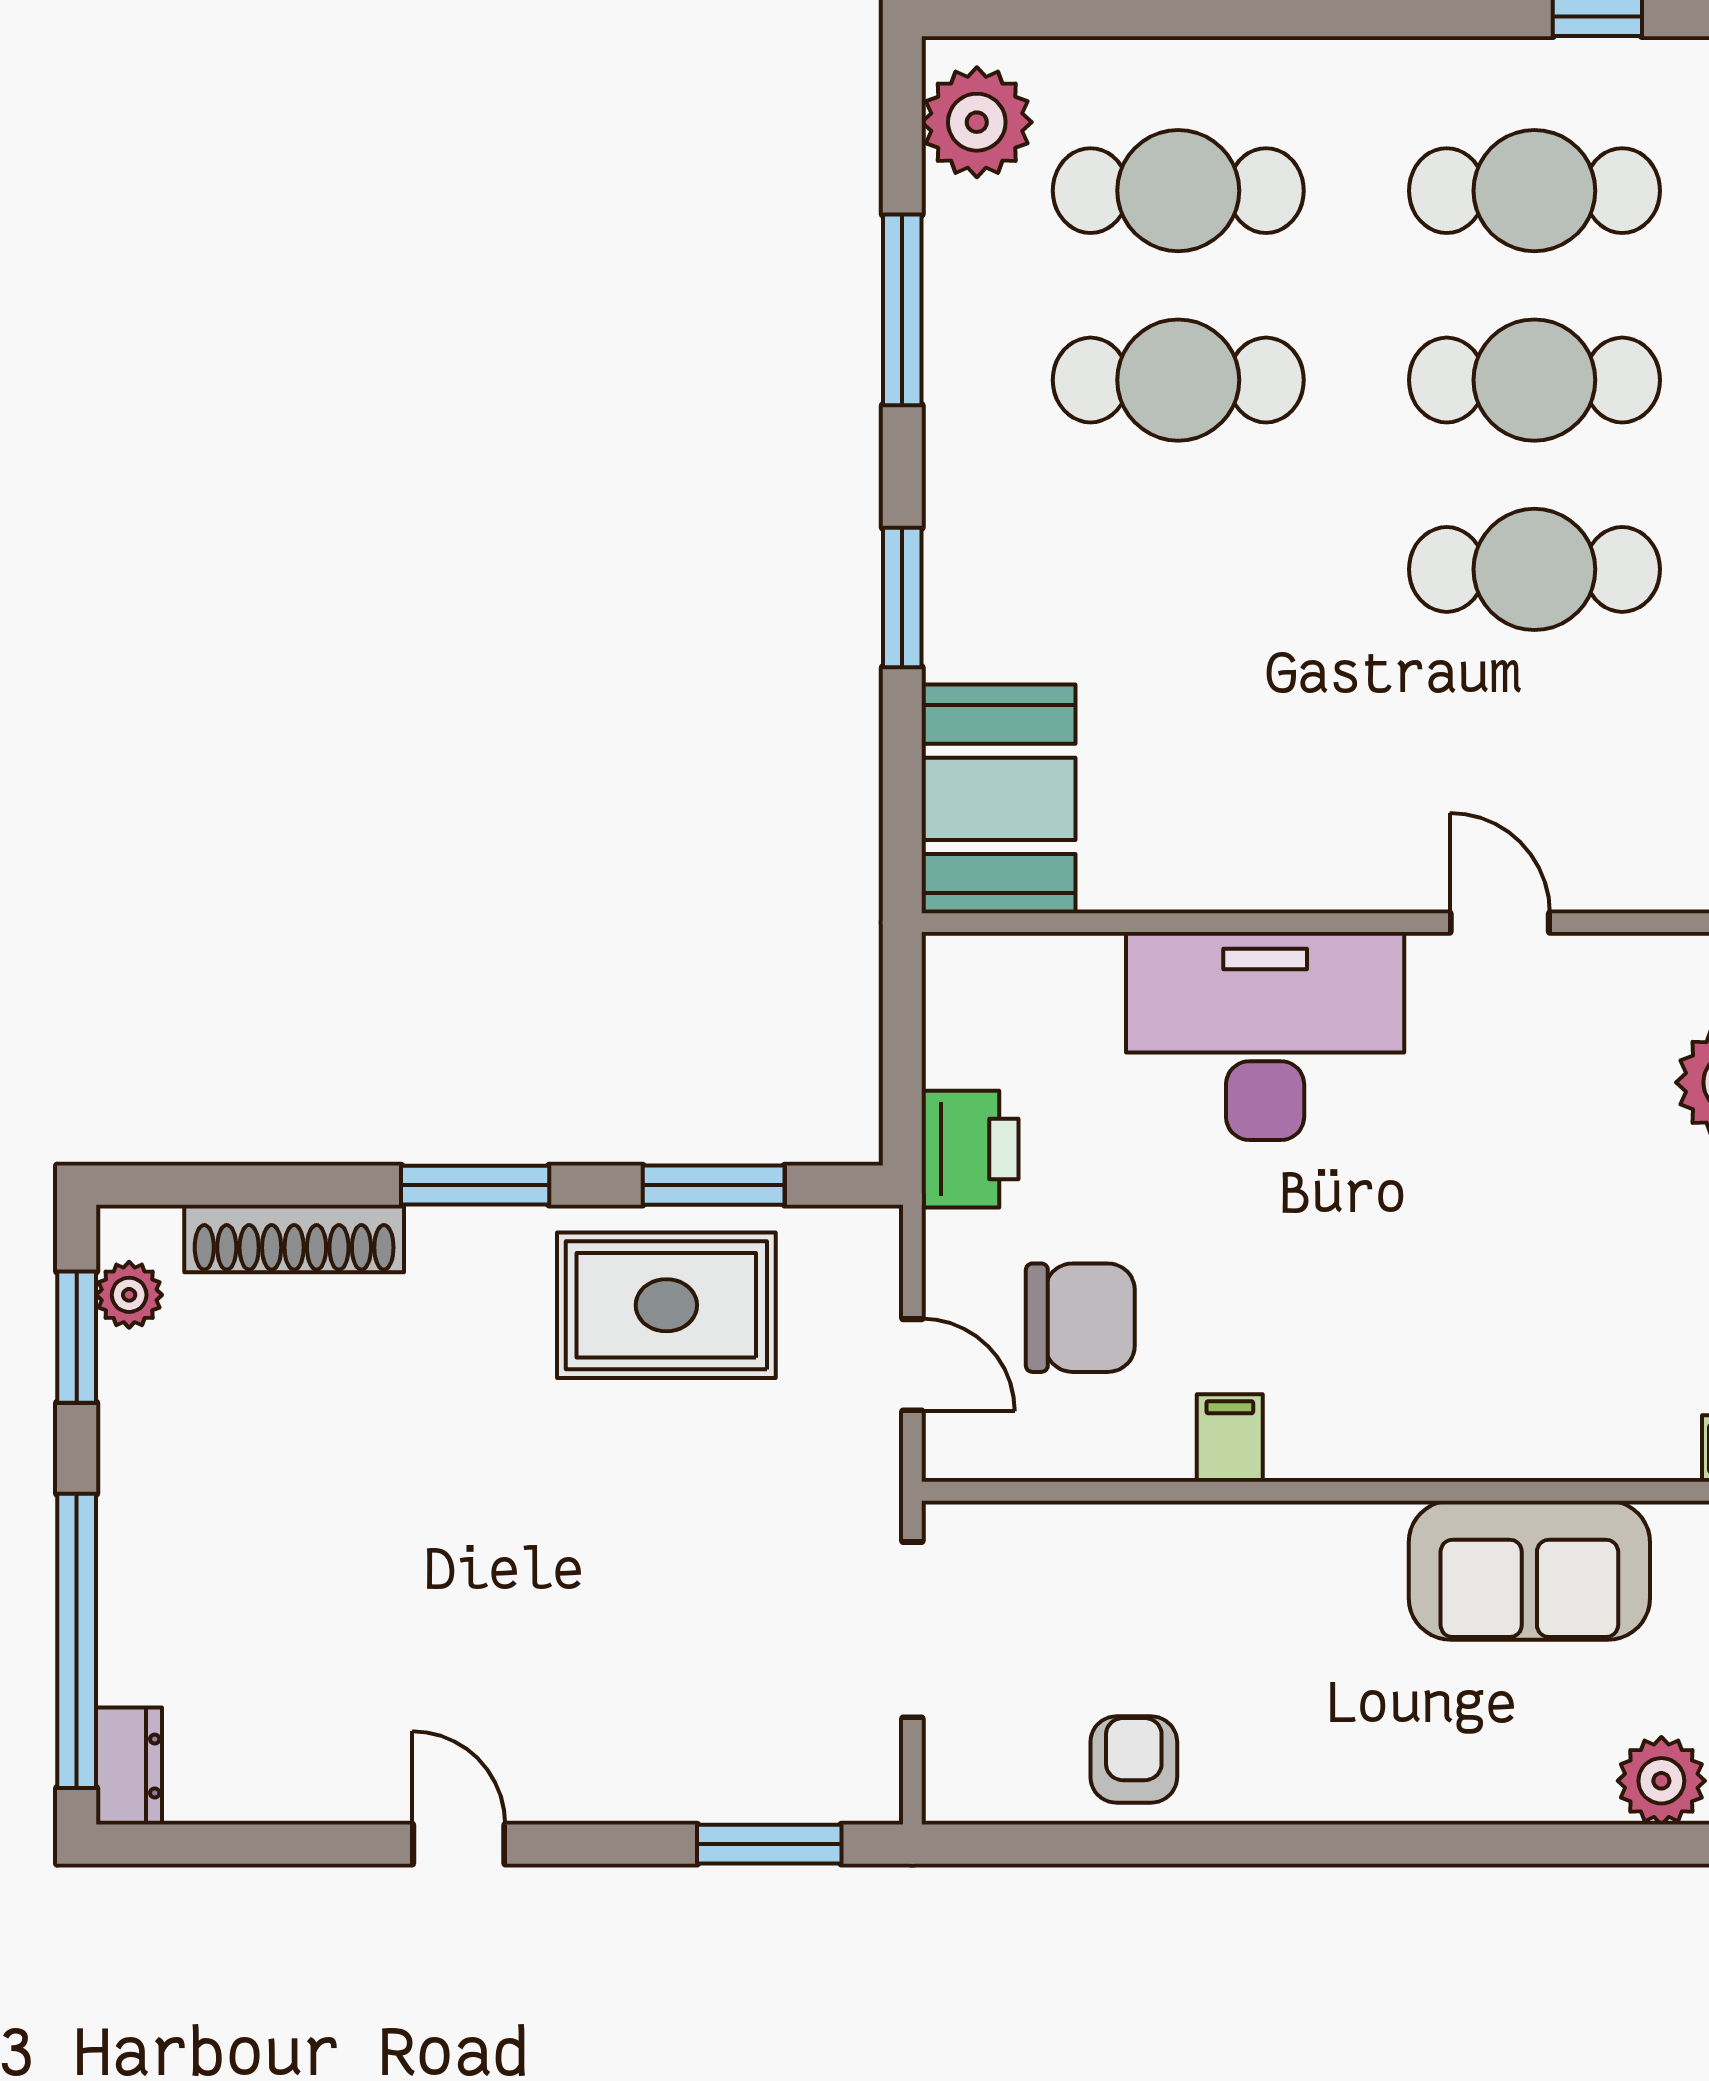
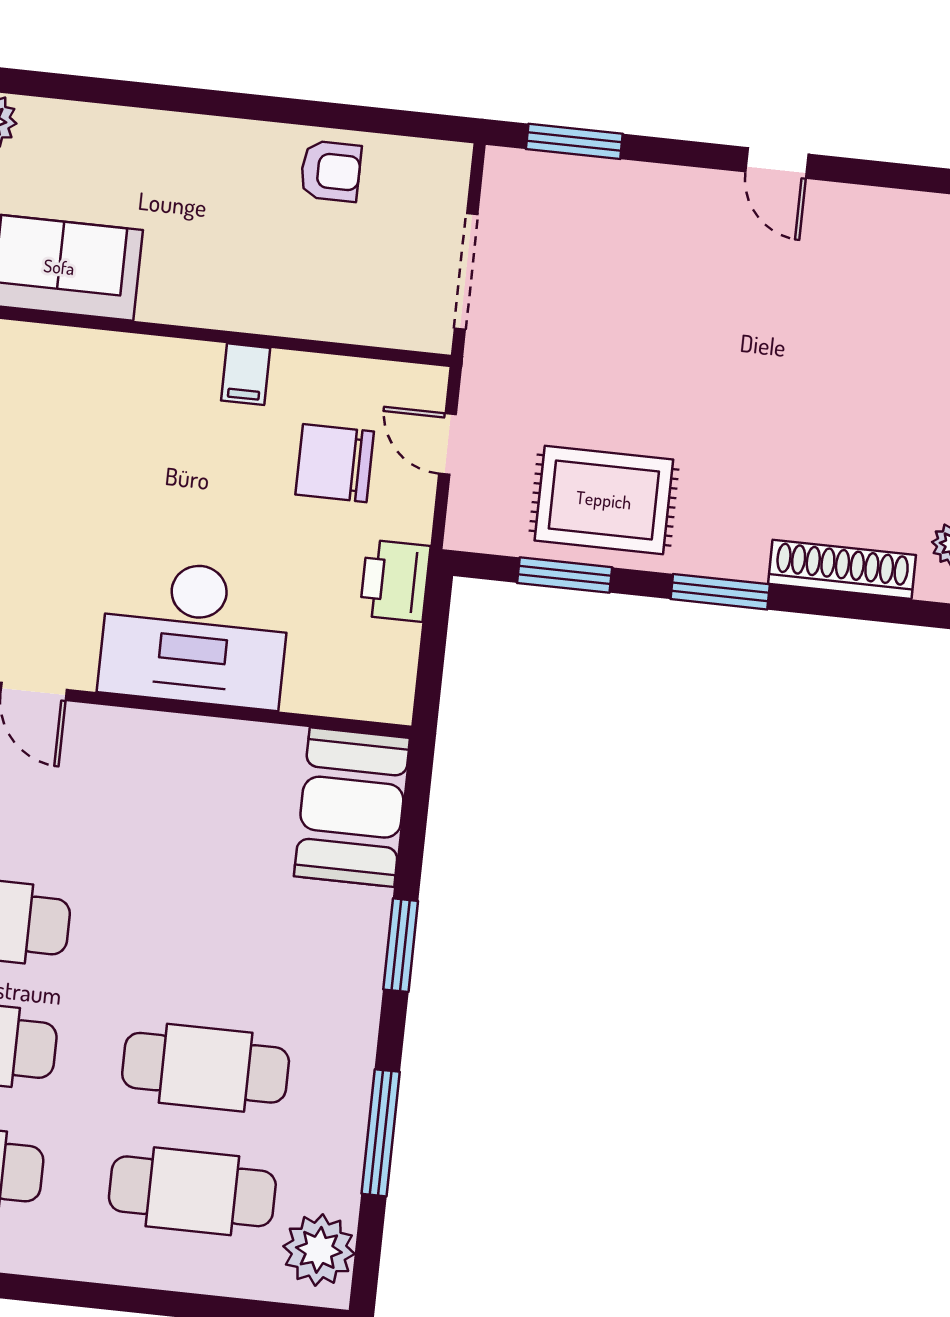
armchair: (1134, 1760) -> (331, 171), turned -90

